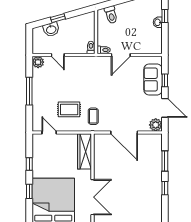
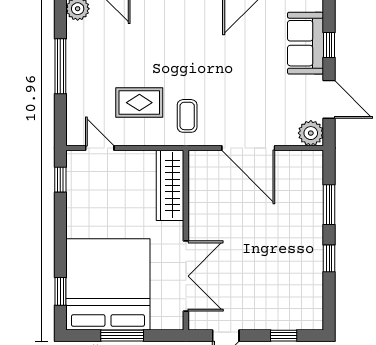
window: (29, 164) -> (60, 180), moved
window: (29, 191) -> (60, 291), moved

